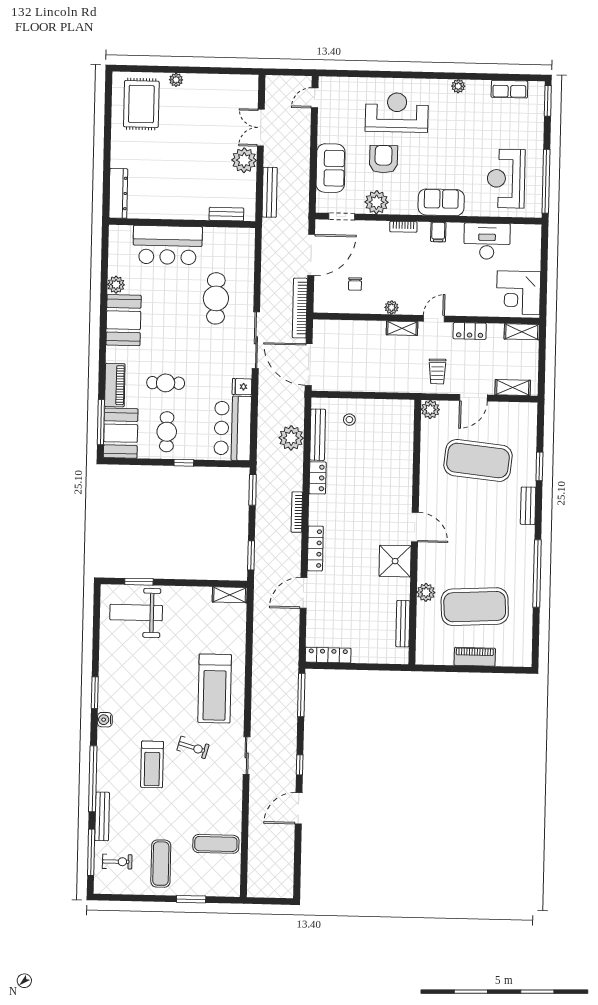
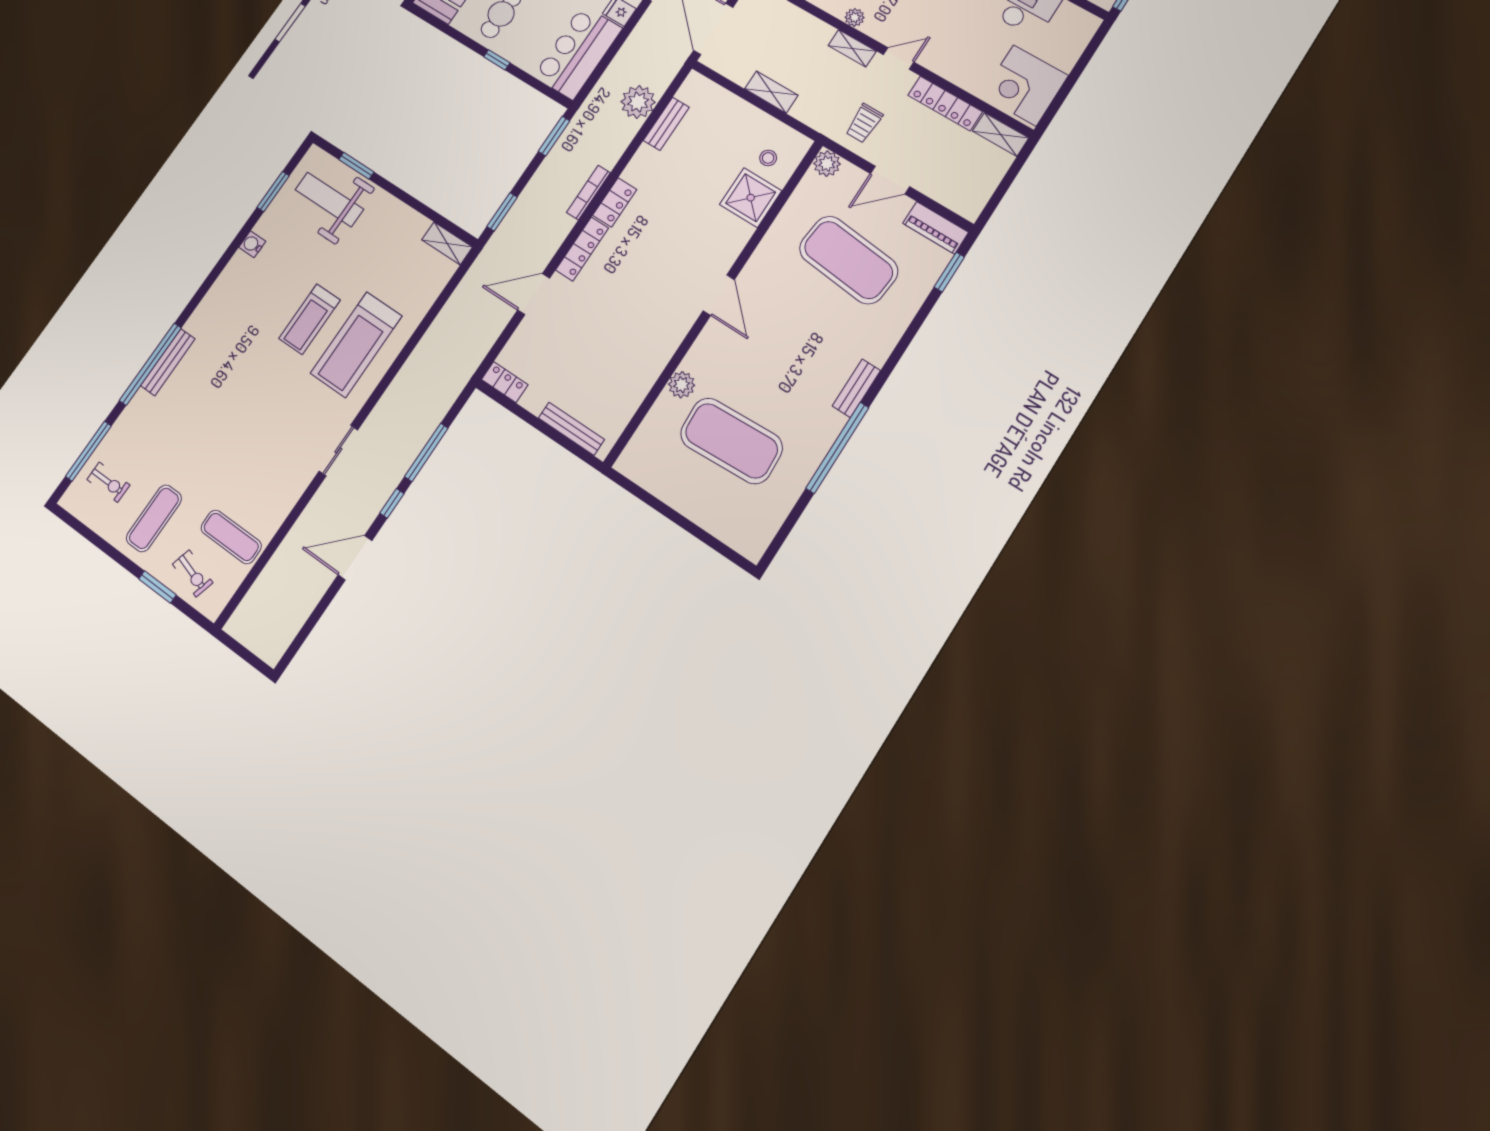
locker: (470, 331) -> (945, 103), width x1.53
shelving: (513, 387) -> (771, 92), moved
stool: (349, 420) -> (768, 158), moved
bench: (318, 435) -> (666, 124), width x0.73
window: (539, 466) -> (949, 272), moved
locker: (318, 478) -> (615, 202), moved
bench: (528, 506) -> (856, 388), moved
shower: (395, 561) -> (751, 198), moved
bench: (403, 624) -> (571, 429), moved, turned 90
locker: (328, 655) -> (505, 382), width x0.66
piano: (475, 657) -> (936, 228), moved, turned 180
window: (95, 693) -> (273, 192), moved
window: (301, 695) -> (426, 452), moved
water cooler: (105, 720) -> (252, 244), moved
exercise bike: (193, 747) -> (193, 573), moved
treadmill: (152, 764) -> (310, 319), moved
bench: (102, 816) -> (168, 362), moved

